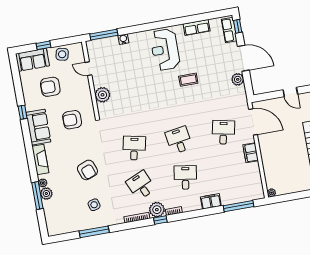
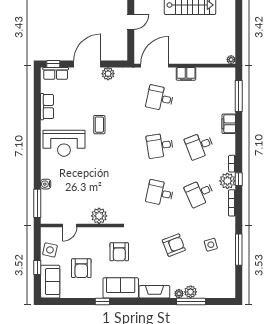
desk: (185, 177) -> (199, 146), turned -30

